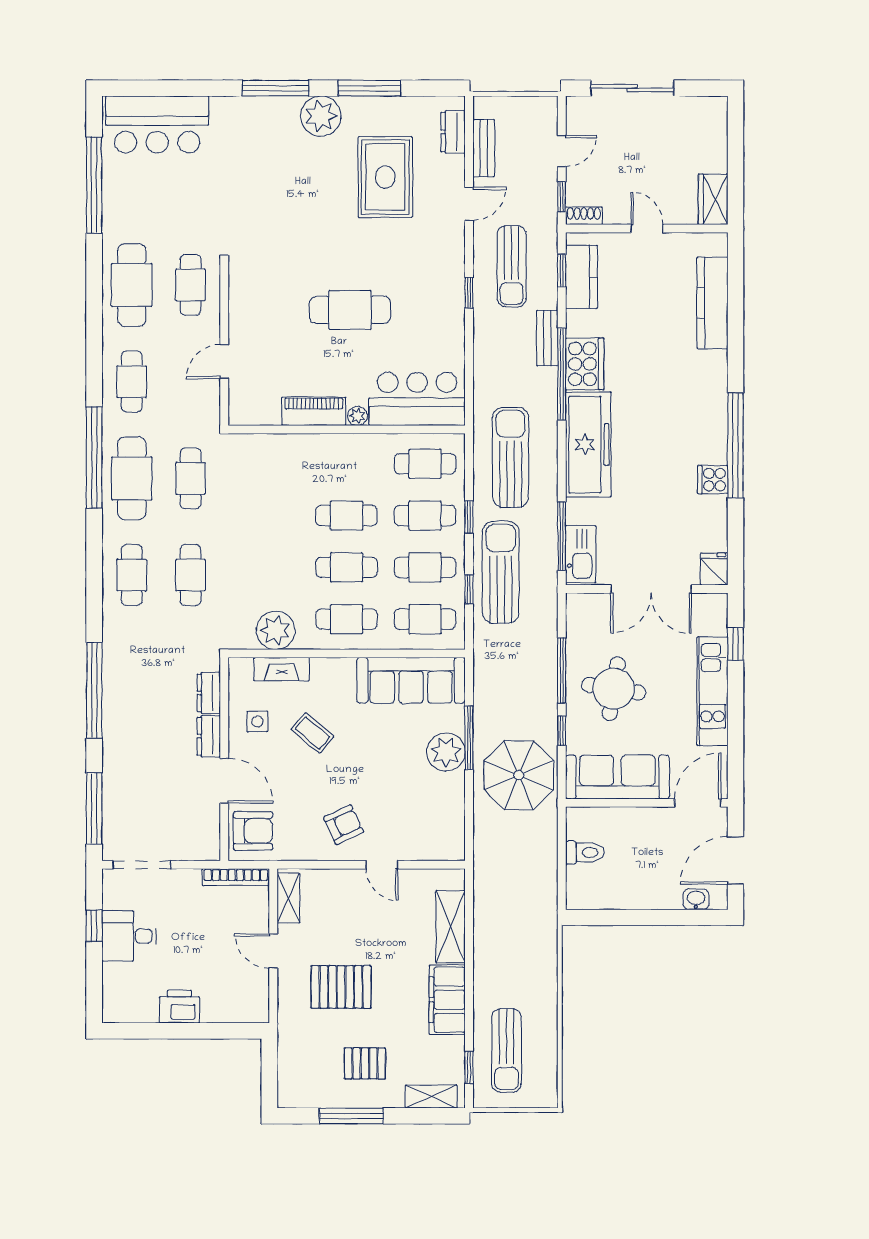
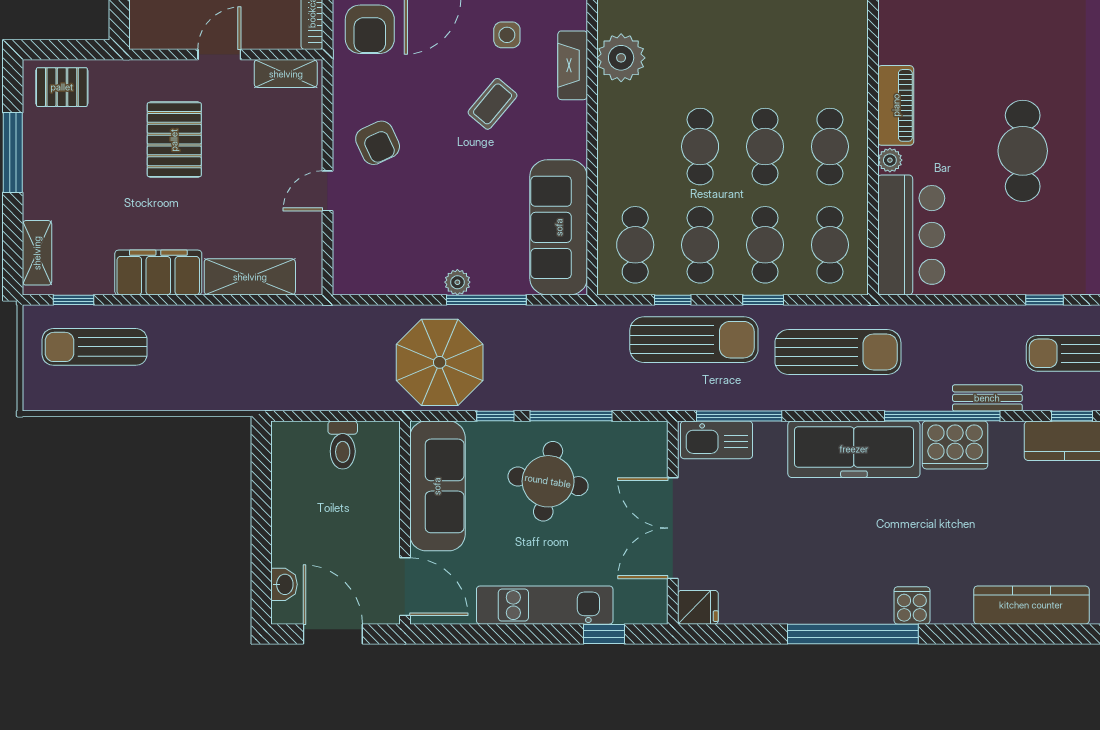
cooker: (713, 480) -> (912, 605), moved
cafe table: (347, 619) -> (830, 147), moved
plant: (446, 752) -> (457, 282), width x0.53, depth x0.53
pallet: (365, 1063) -> (62, 87), moved, turned 90

